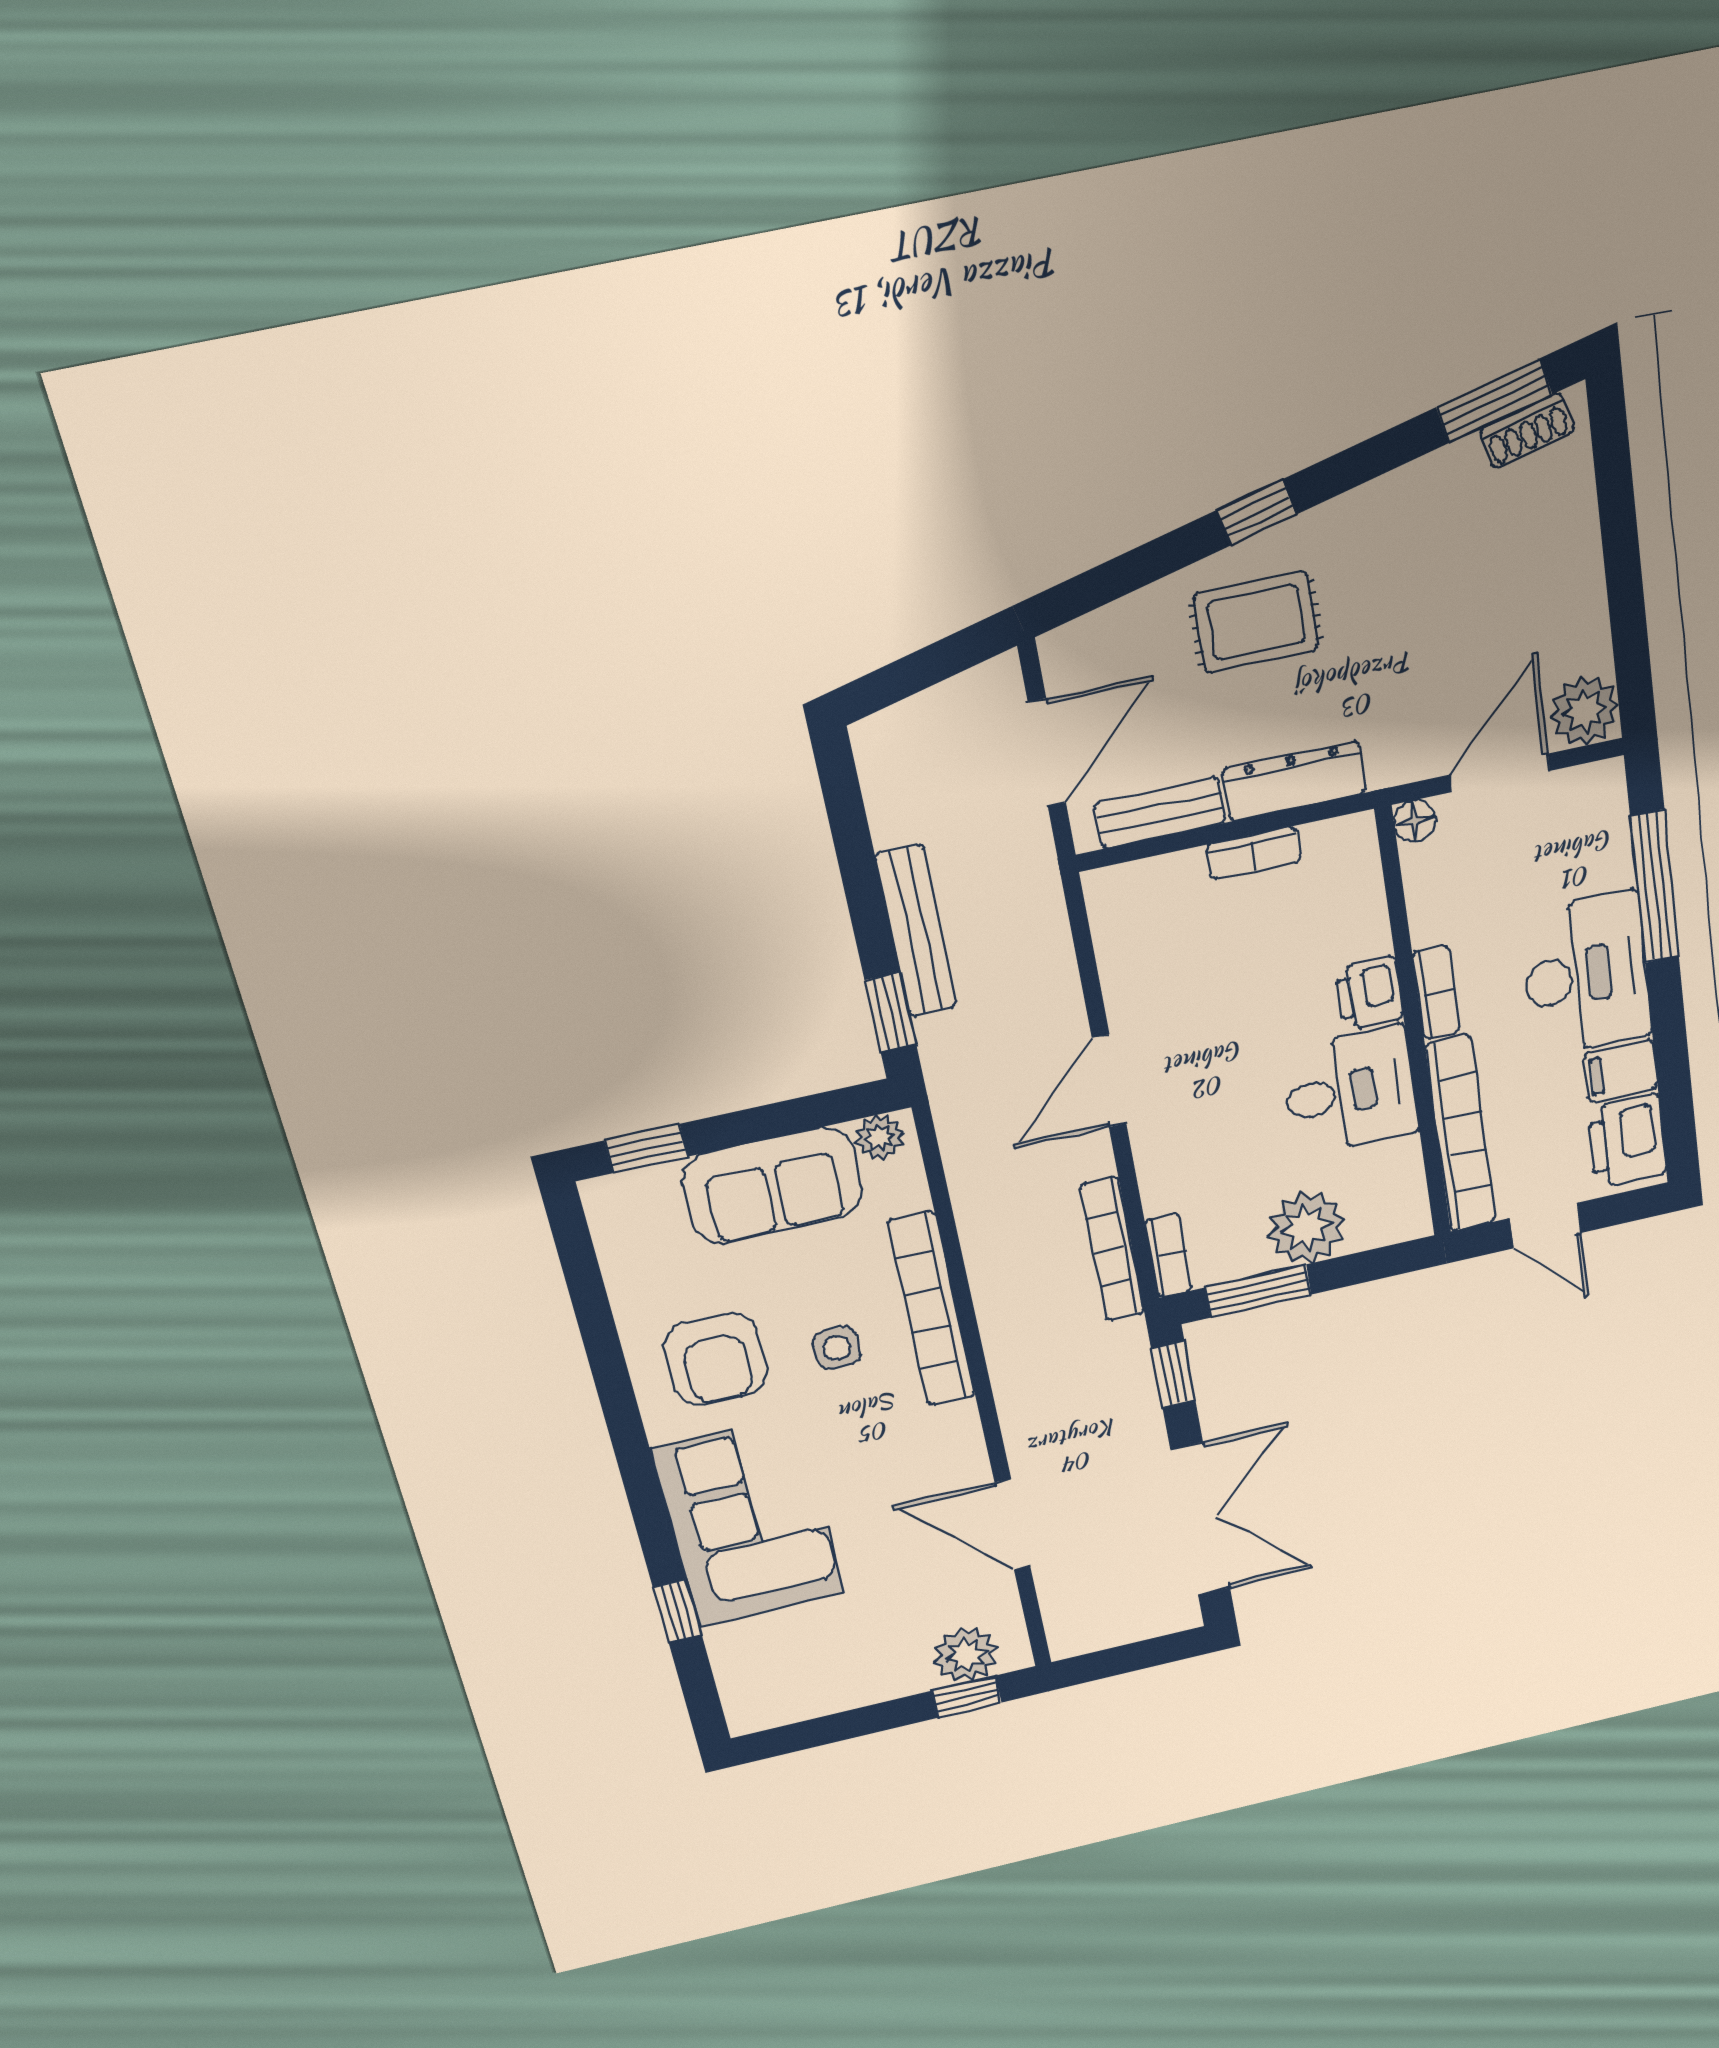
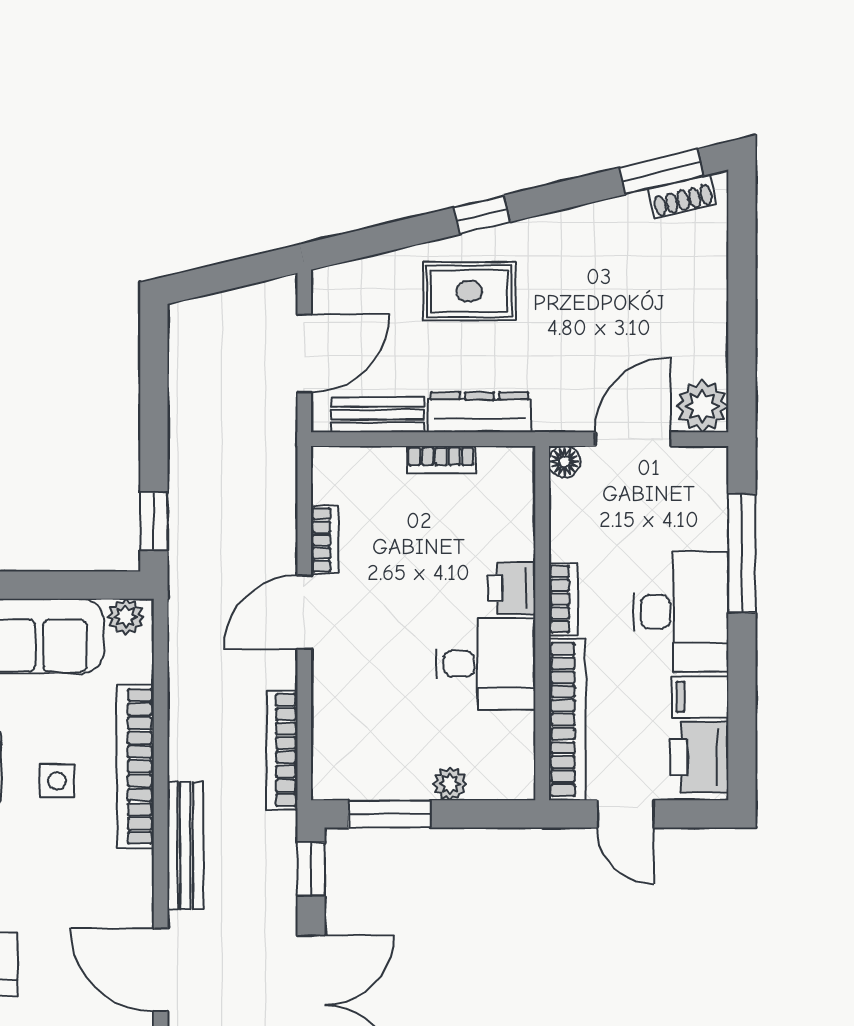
bench: (916, 931) -> (185, 845), moved
plant: (1306, 1228) -> (450, 784), width x0.53, depth x0.53
bookcase: (1169, 1255) -> (325, 540), moved

